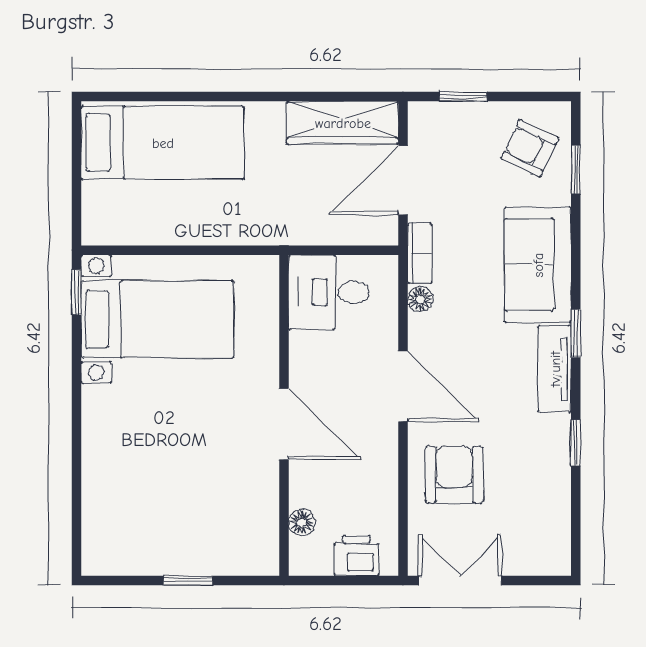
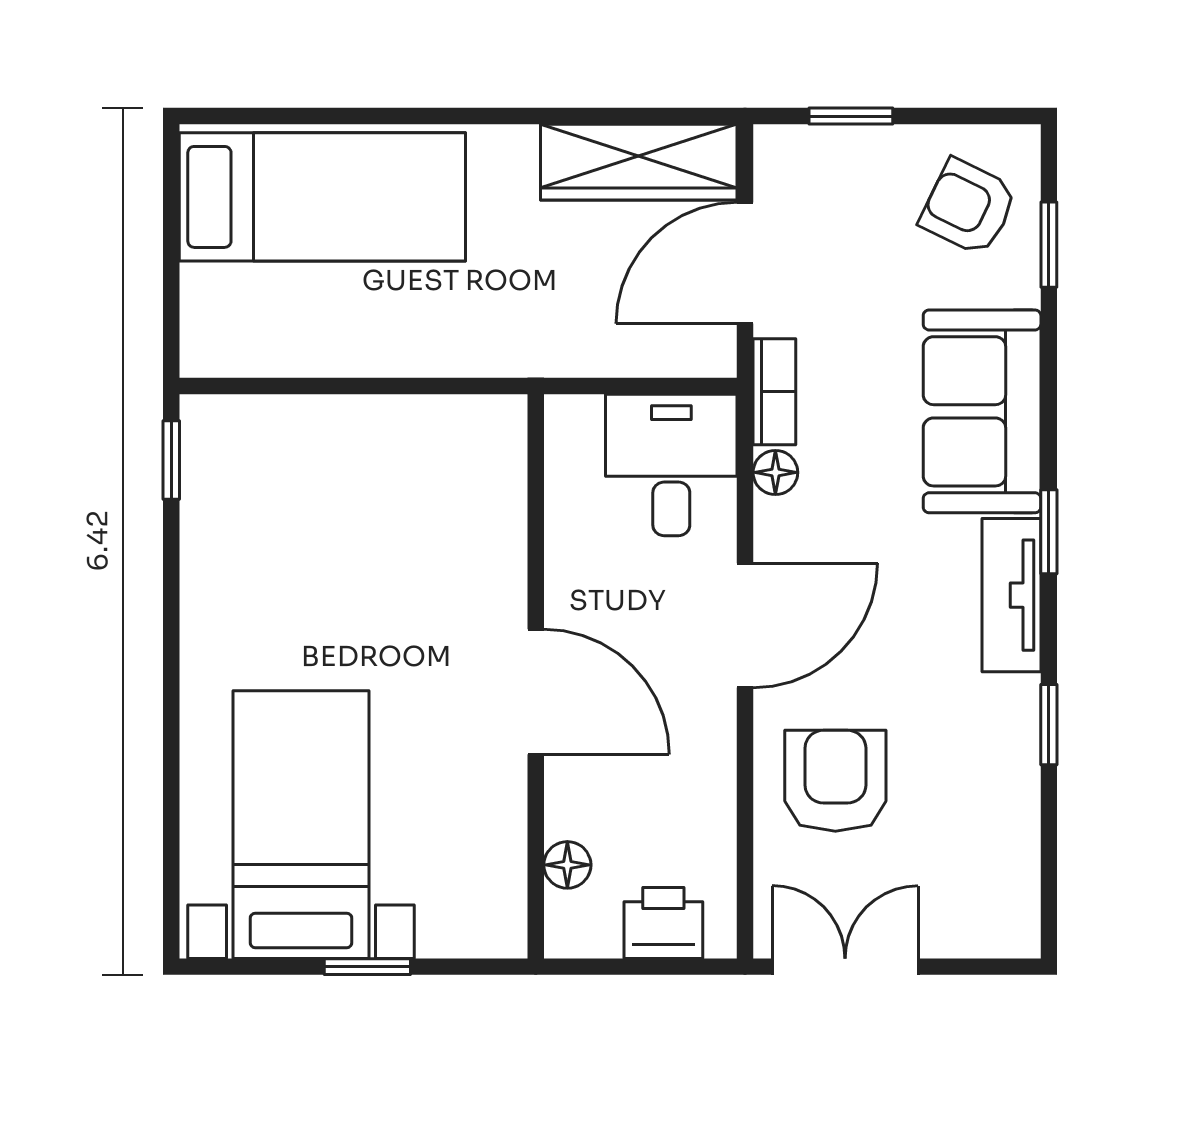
desk: (329, 292) -> (671, 465), moved, turned 90
bed with nightstands: (157, 319) -> (301, 825), moved, turned -90
door: (403, 386) -> (745, 625), hinge flipped

